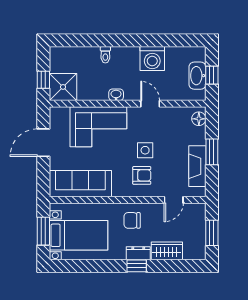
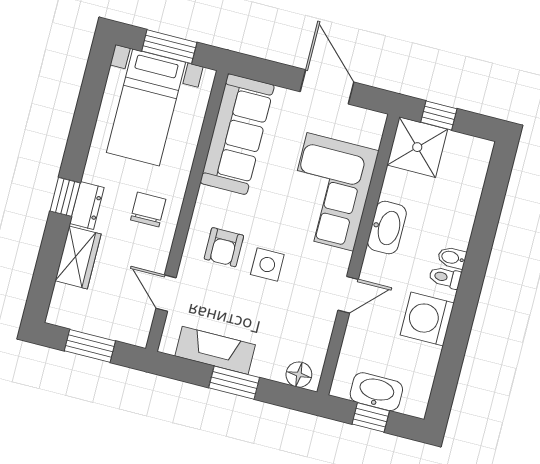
bidet: (117, 54) -> (452, 258), added
toilet: (105, 55) -> (445, 277), moved
washbasin: (116, 95) -> (387, 228), width x1.91, depth x1.45

